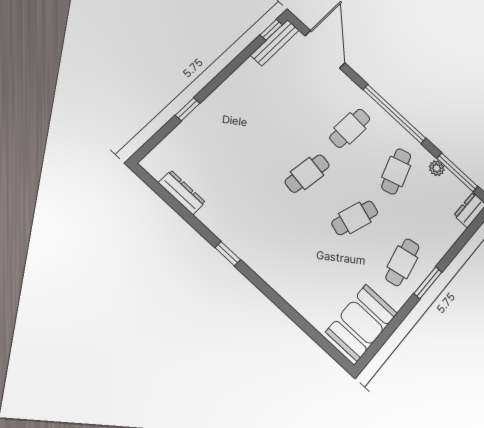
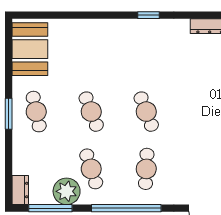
plant: (437, 168) -> (67, 191), width x1.87, depth x1.87
cafe table: (307, 173) -> (146, 112), turned -30
cafe table: (355, 218) -> (91, 112), turned -39

